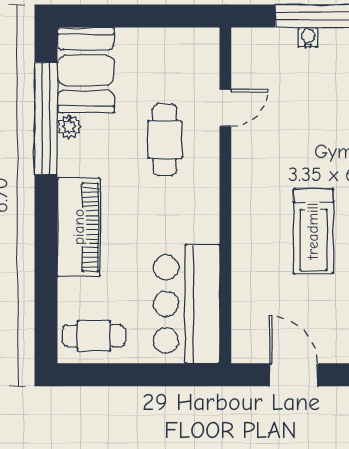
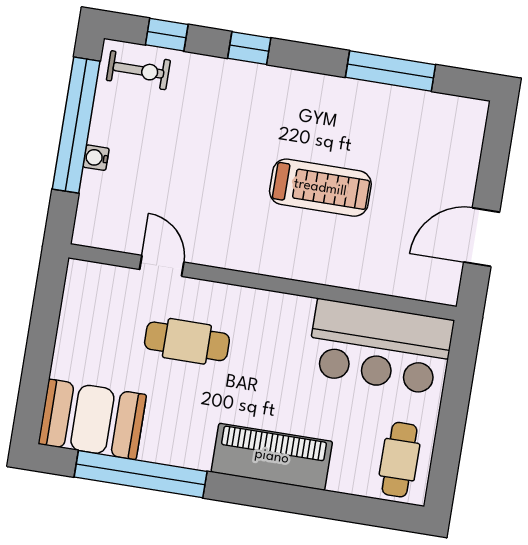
plant: (69, 127) -> (154, 449), removed

